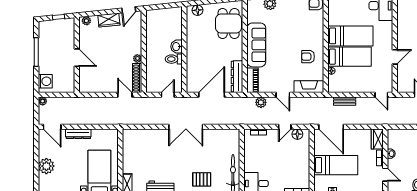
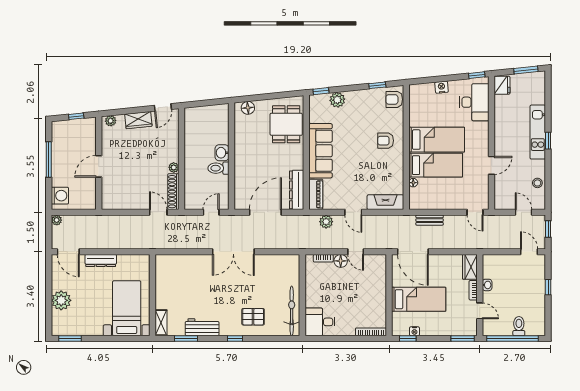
armchair: (308, 57) -> (386, 141), moved
door: (77, 58) -> (99, 166), swing flipped
door: (285, 127) -> (356, 252), hinge flipped
floor lamp: (297, 134) -> (341, 261), moved

